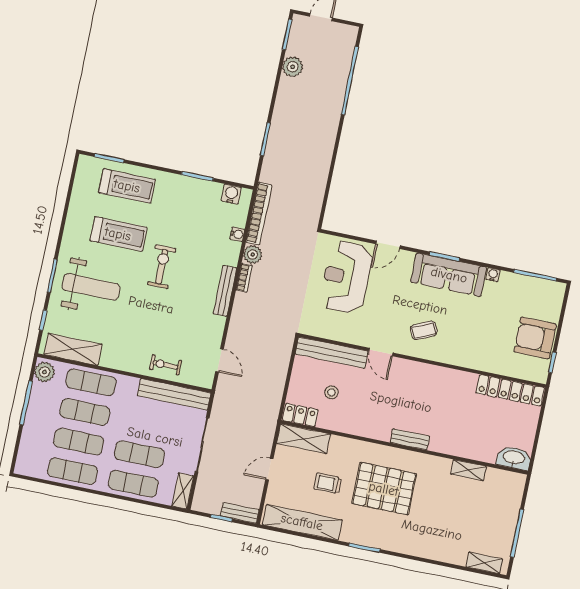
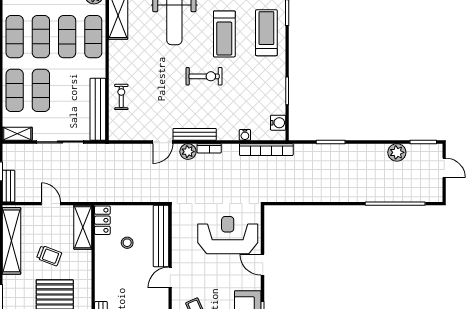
treadmill: (127, 186) -> (266, 33), turned 180
plant: (253, 255) -> (188, 152), moved
door: (220, 360) -> (163, 142), moved
trolley: (328, 483) -> (49, 256), turned 111

